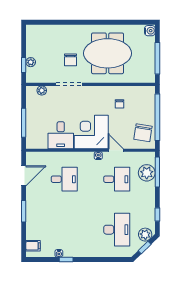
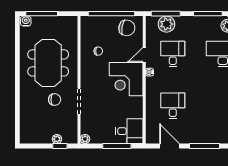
window: (157, 58) -> (42, 14), moved
plant: (42, 90) -> (85, 139), moved
desk: (61, 135) -> (129, 131), moved
window: (24, 211) -> (205, 146), width x1.44
window: (157, 215) -> (208, 14), width x2.17

